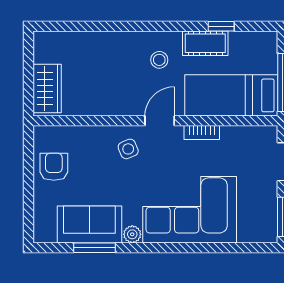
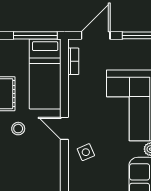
bookcase: (202, 133) -> (73, 61), moved

